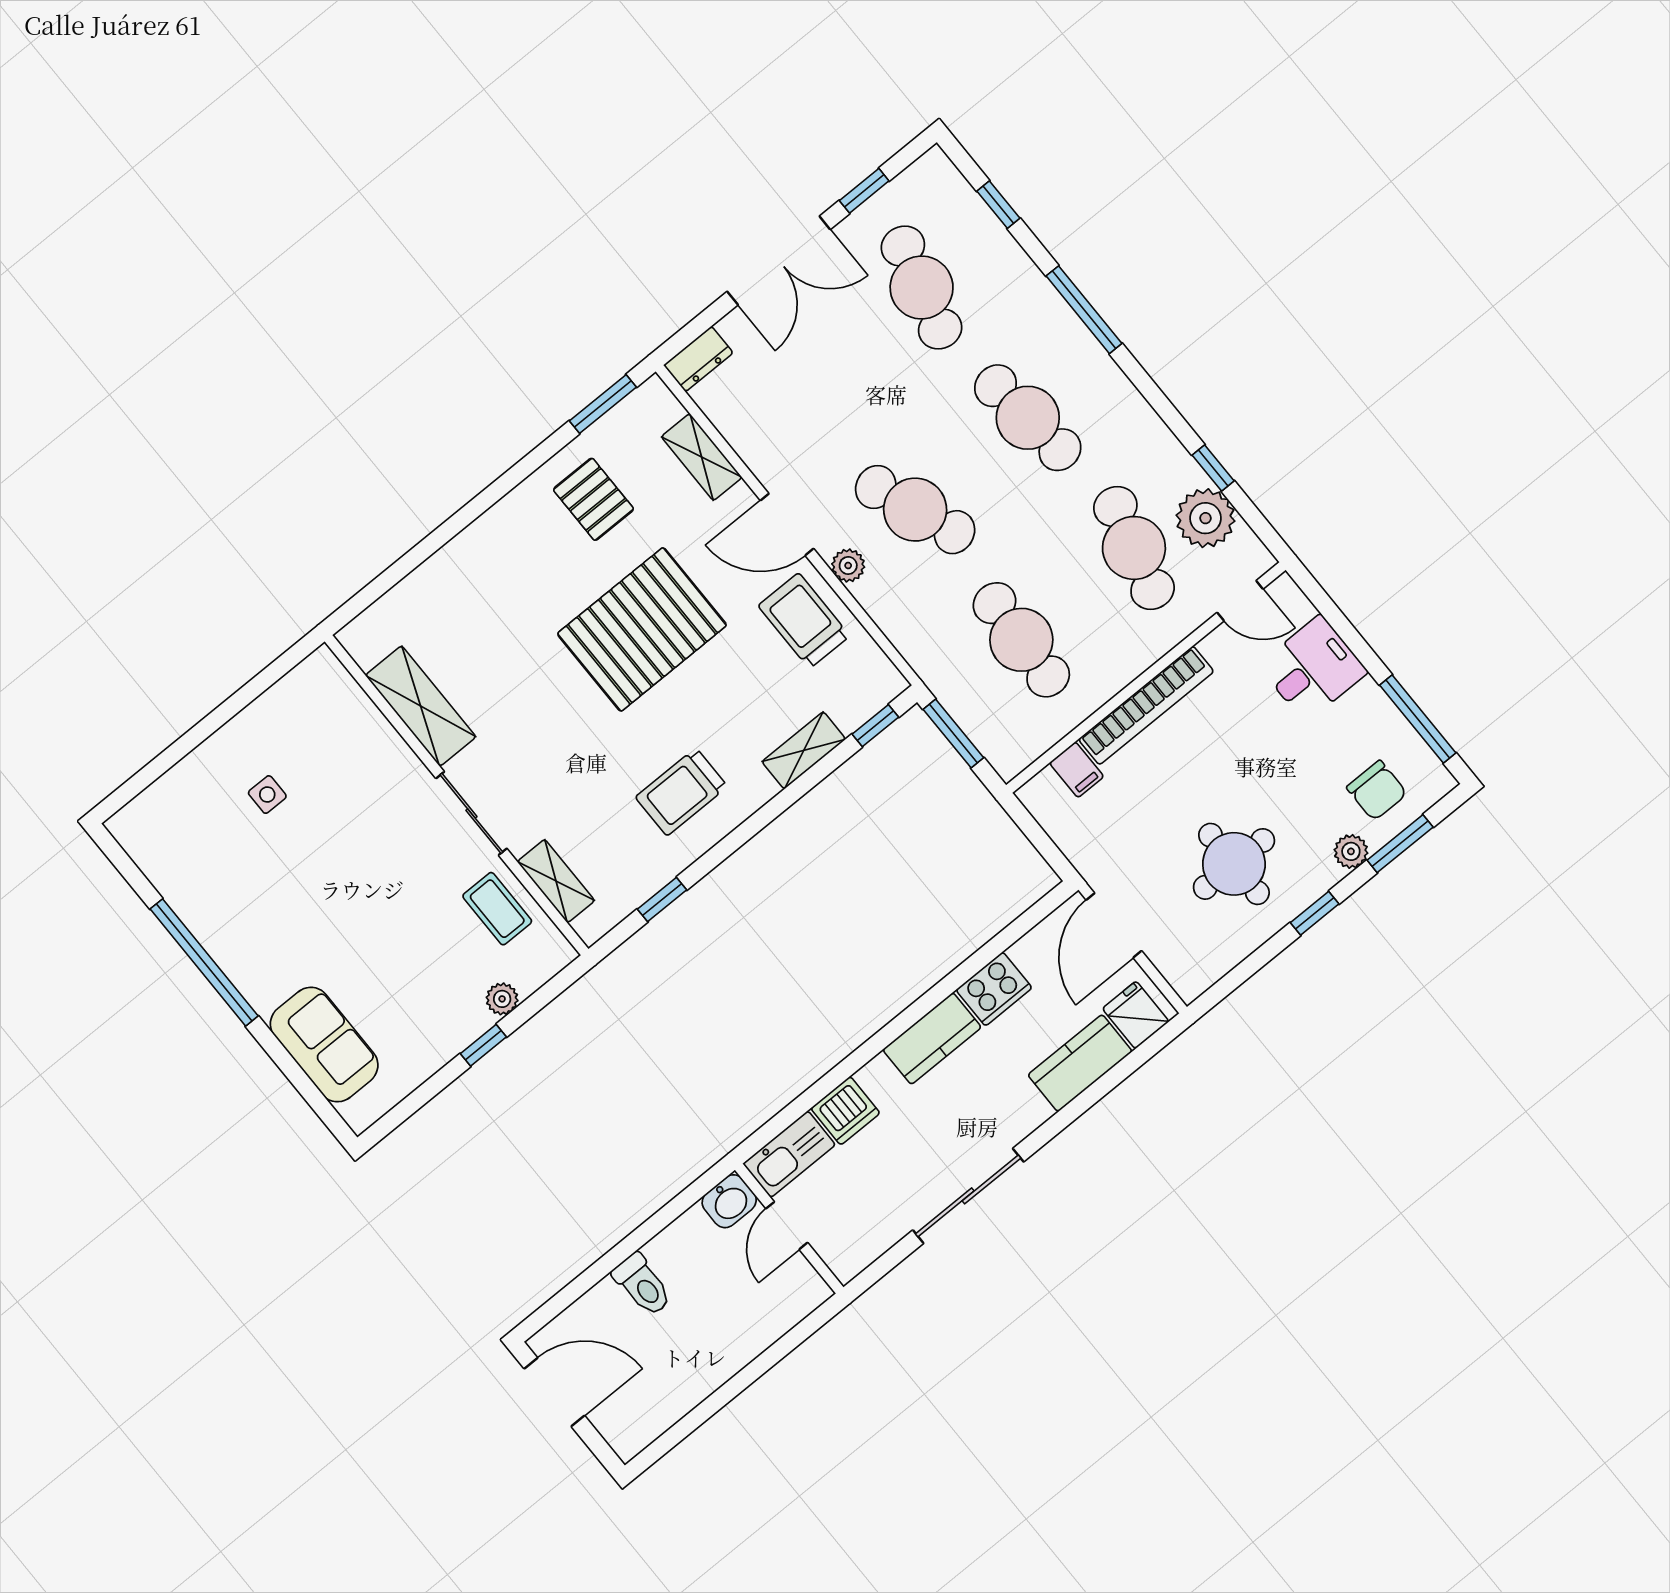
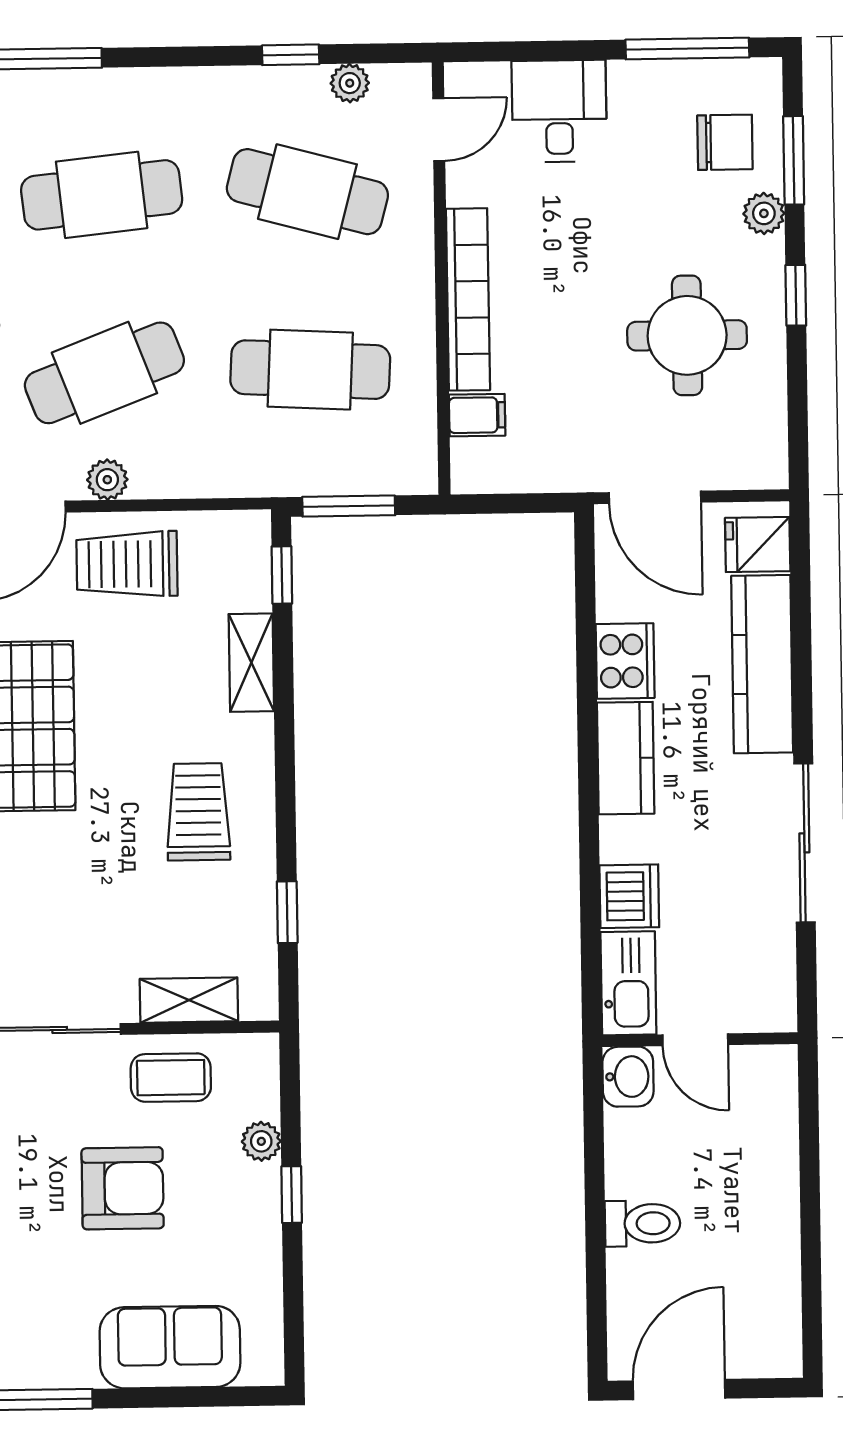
plant: (1205, 518) -> (350, 83), width x0.53, depth x0.53
trolley: (681, 792) -> (198, 812), turned 180
armchair: (402, 934) -> (123, 1188), added
kitchen counter: (1080, 1063) -> (762, 664), width x1.50

